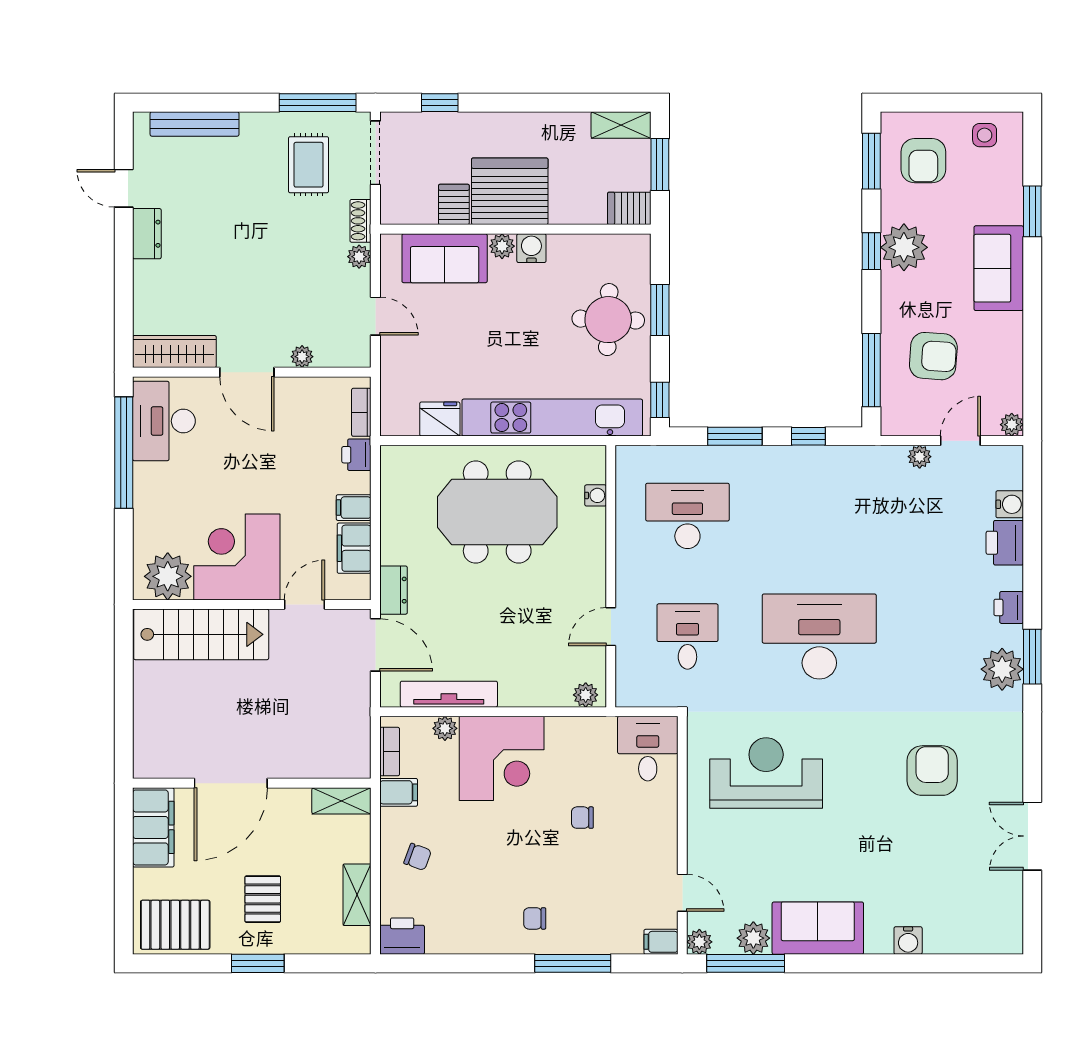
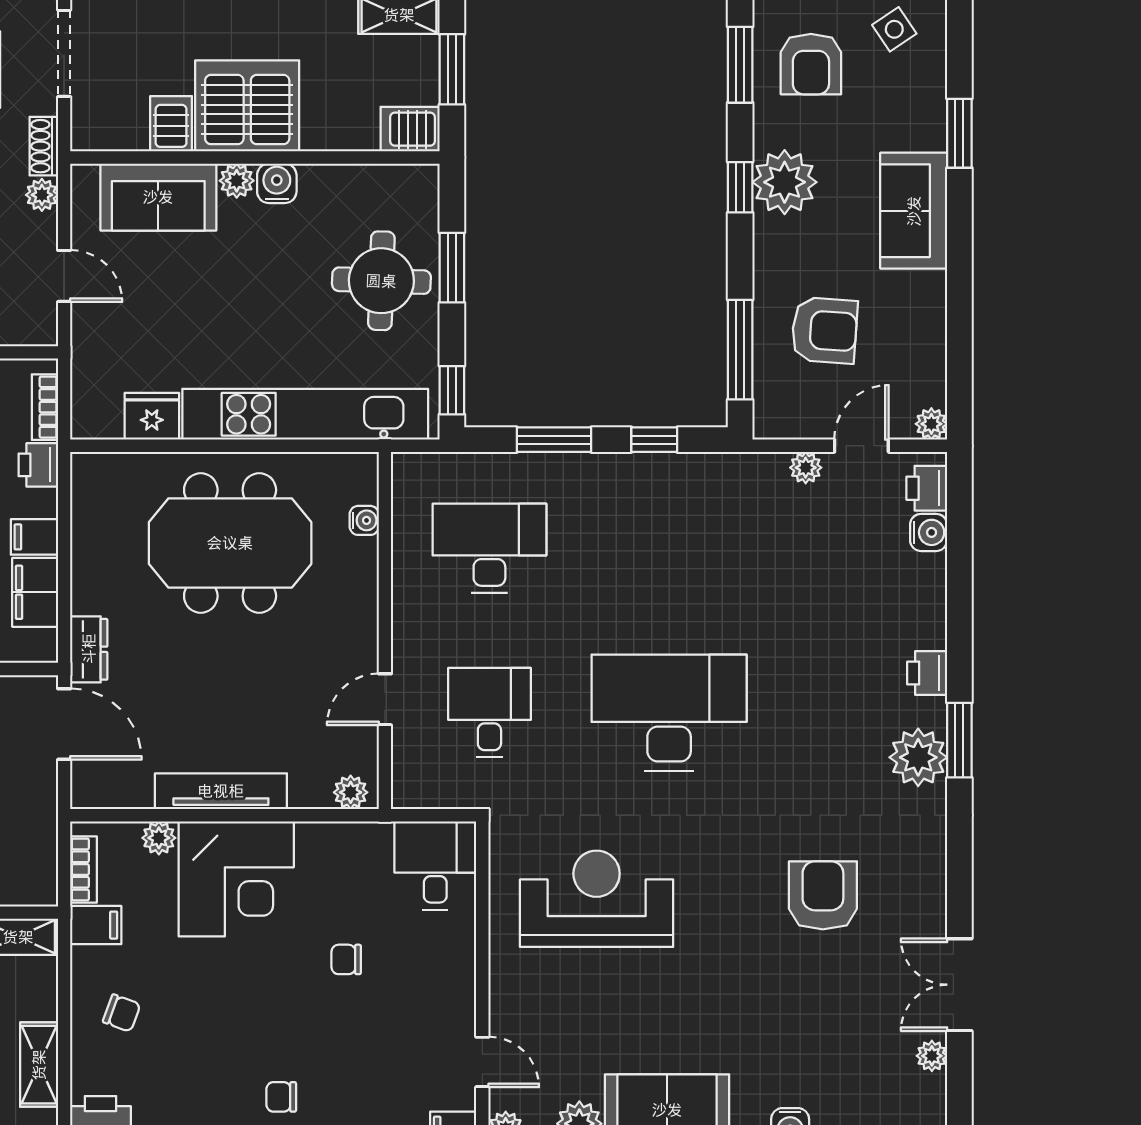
side table: (985, 135) -> (894, 29), turned -34
printer: (1005, 543) -> (927, 488), moved, width x0.73, depth x0.81
tv unit: (449, 694) -> (221, 791), moved
plant: (1012, 888) -> (932, 1056), added

